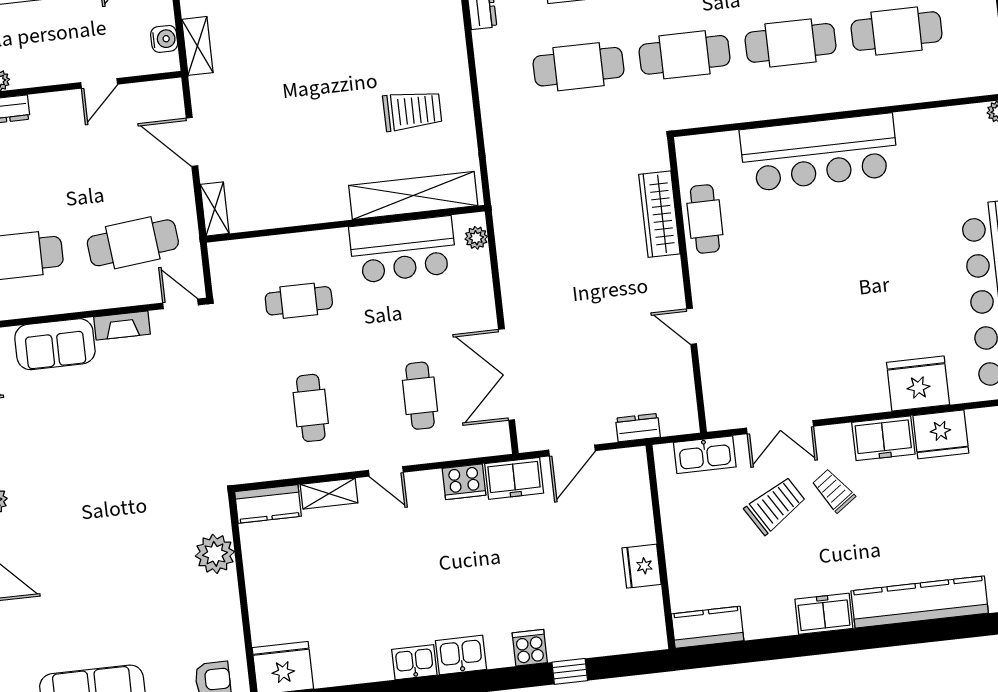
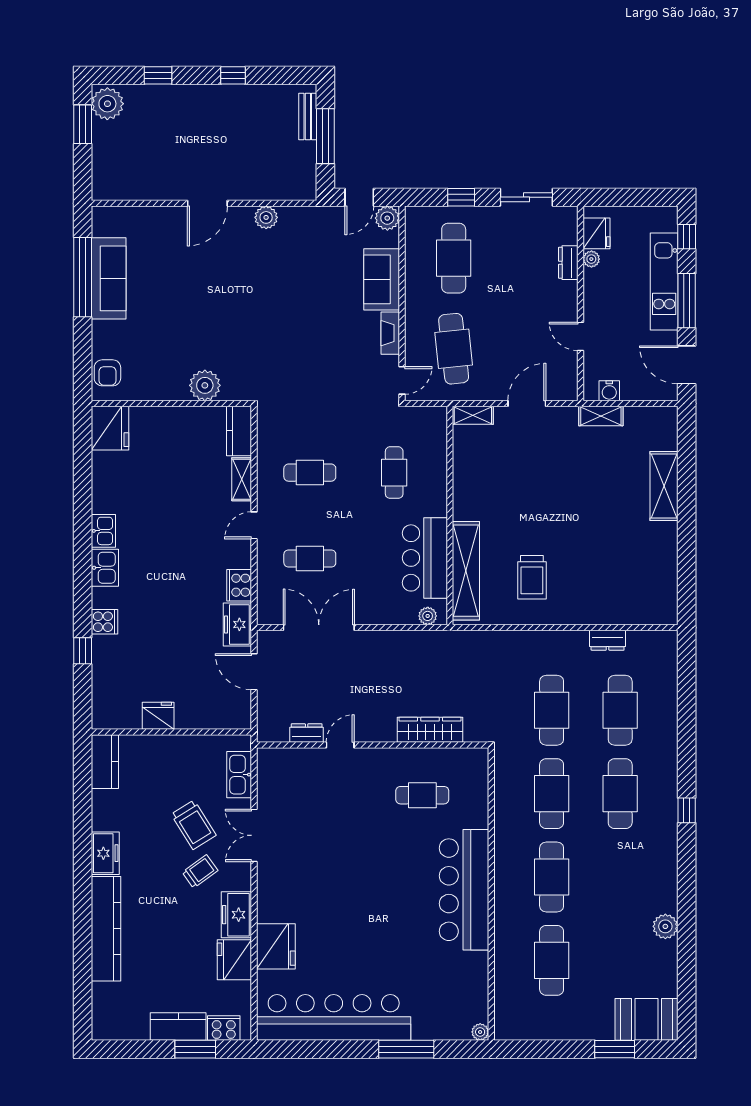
wardrobe: (659, 214) -> (430, 730), moved
wall: (687, 285) -> (373, 745), moved
door: (692, 326) -> (340, 745), moved
dresser: (638, 428) -> (307, 733), moved, turned -90

